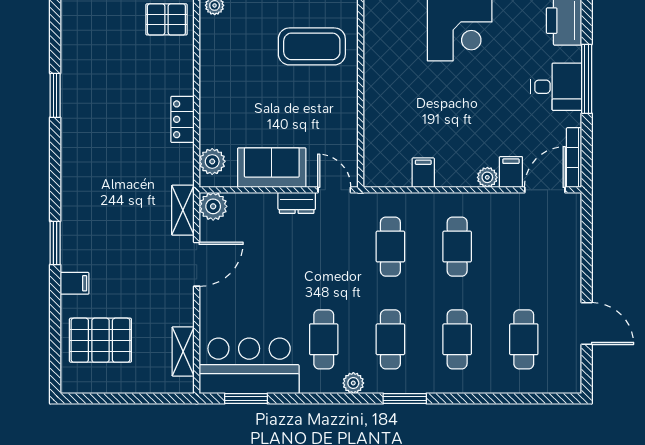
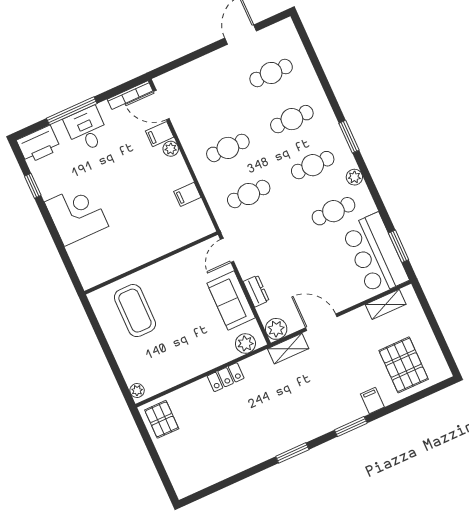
window: (55, 95) -> (292, 453), moved
dresser: (297, 203) -> (256, 291), moved

